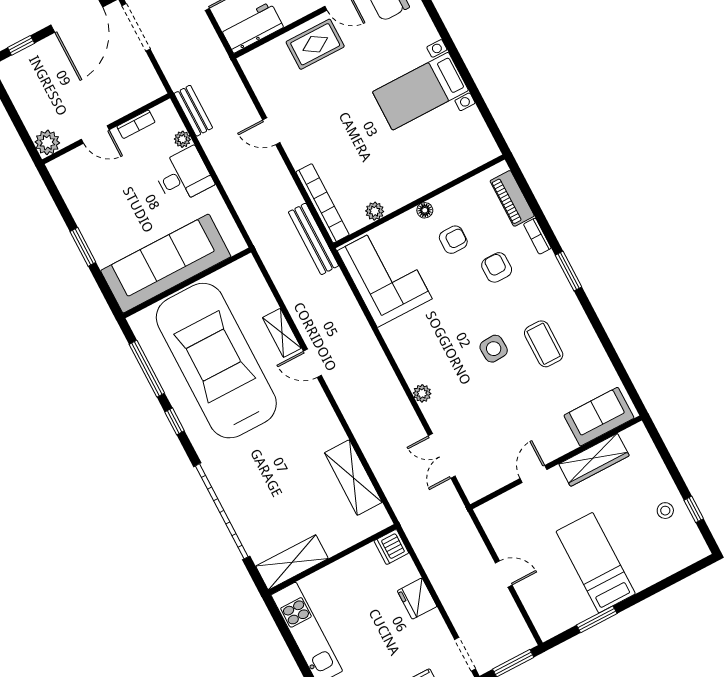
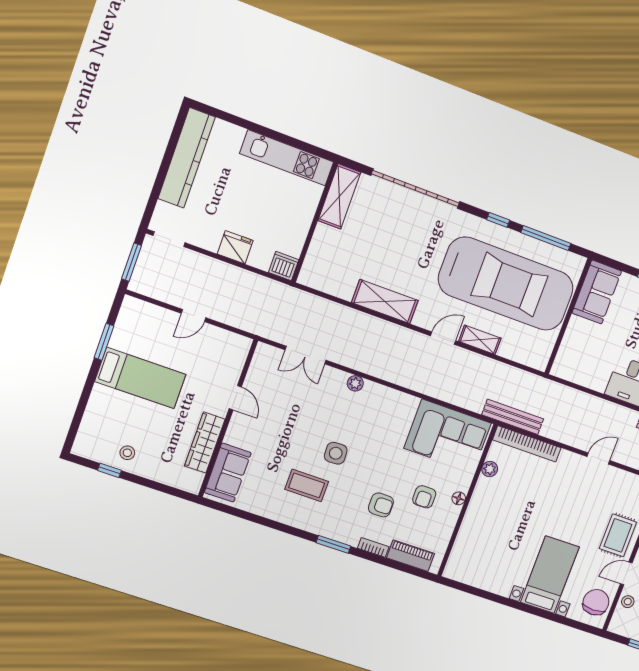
bed with nightstands: (420, 91) -> (550, 575), moved
sofa: (166, 264) -> (597, 292), width x0.54, depth x0.79
double door: (442, 456) -> (306, 355), swing flipped
shelving: (353, 478) -> (385, 301), moved

